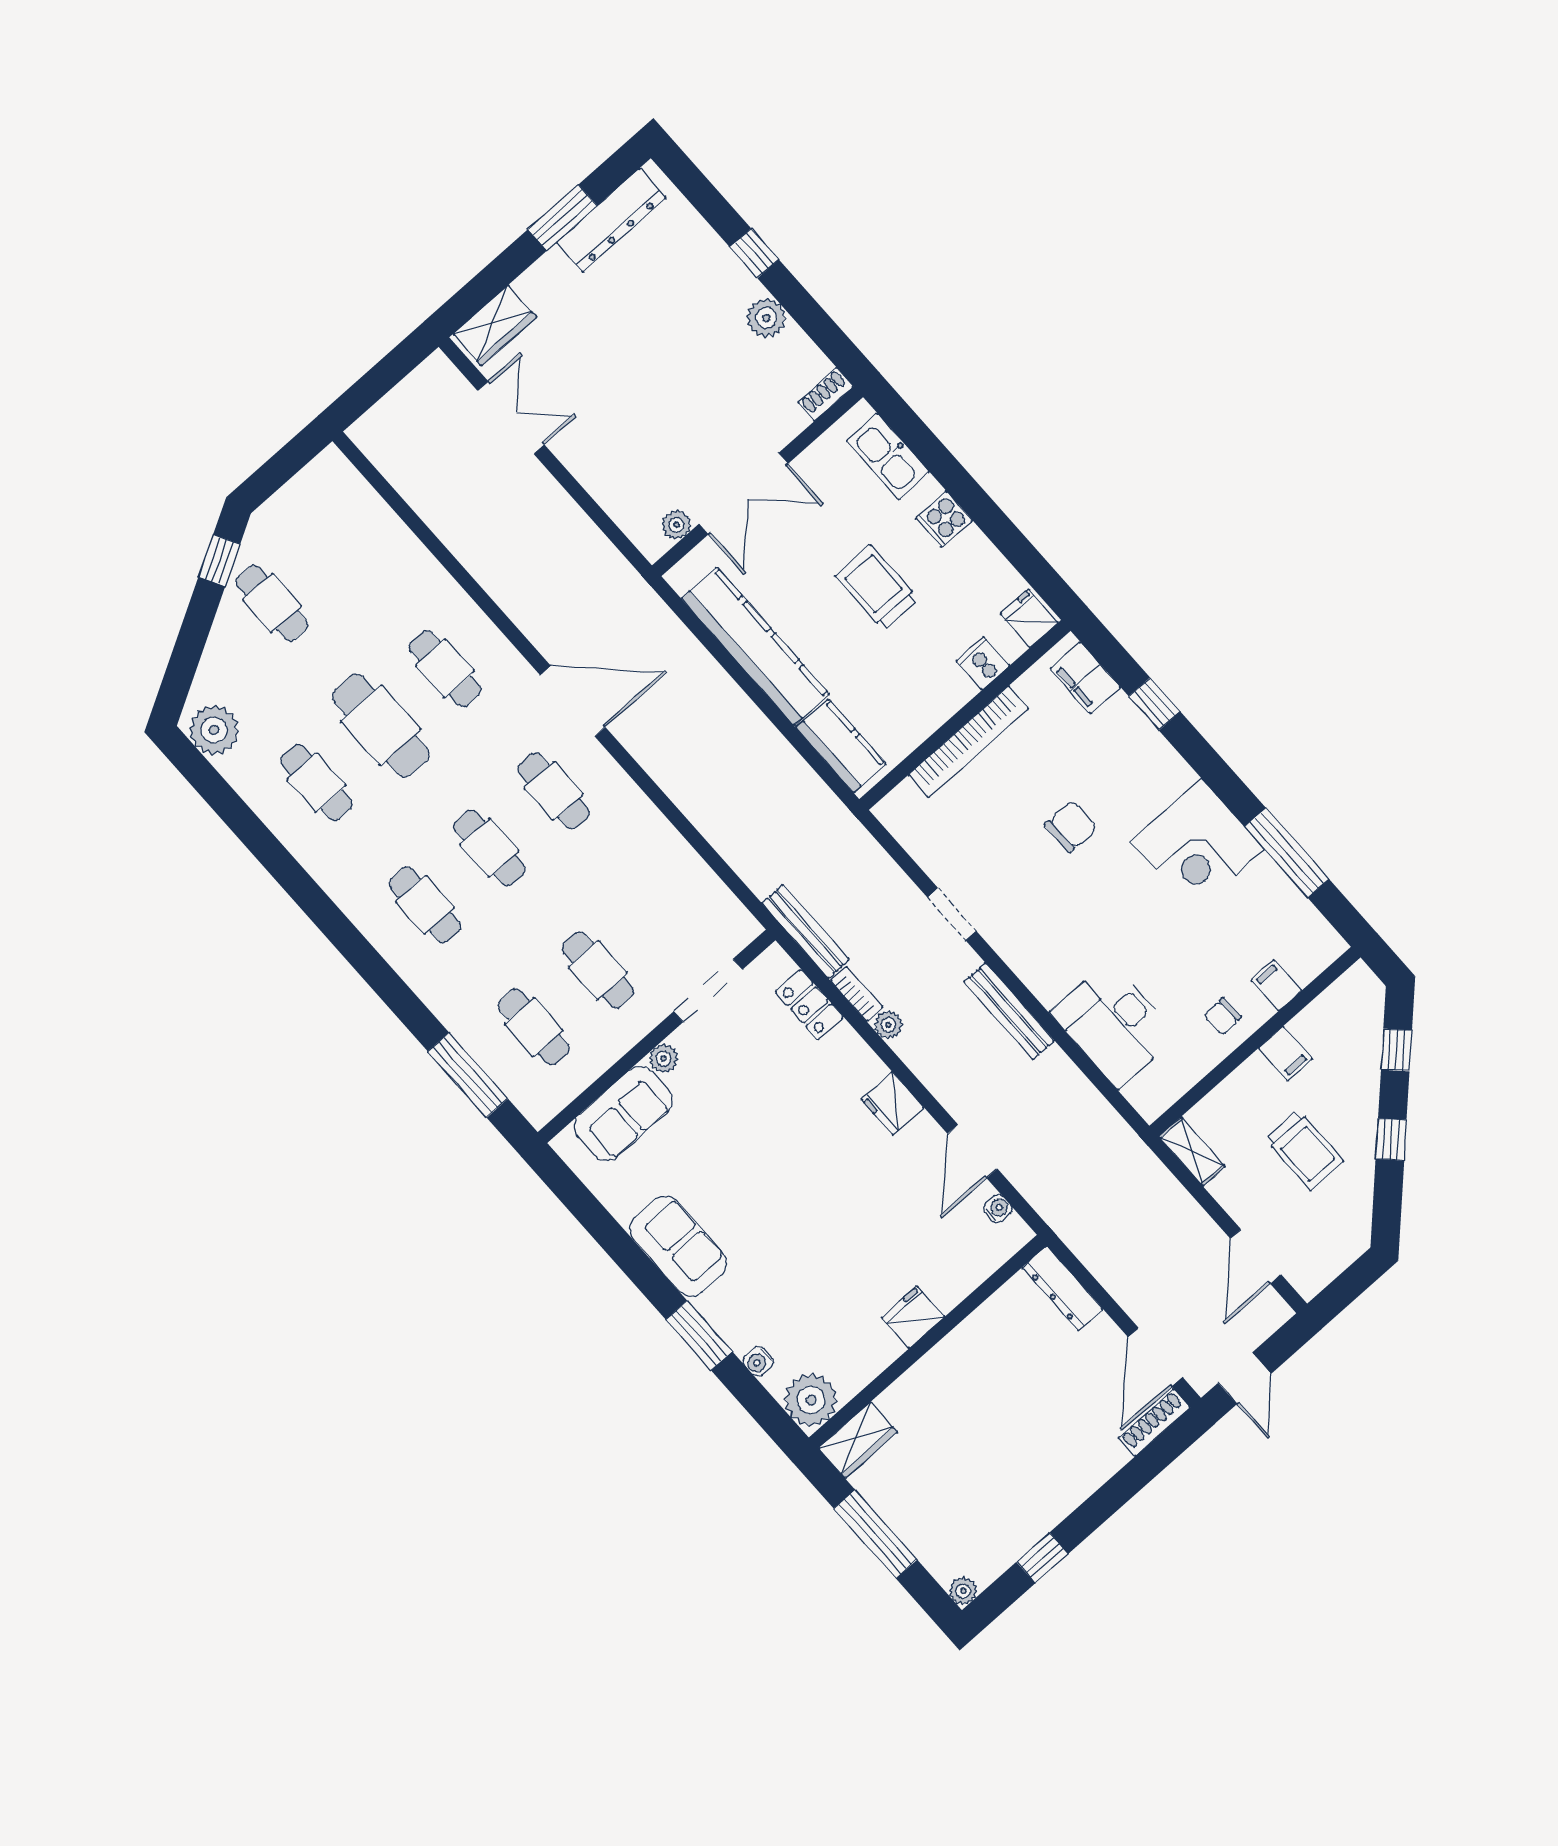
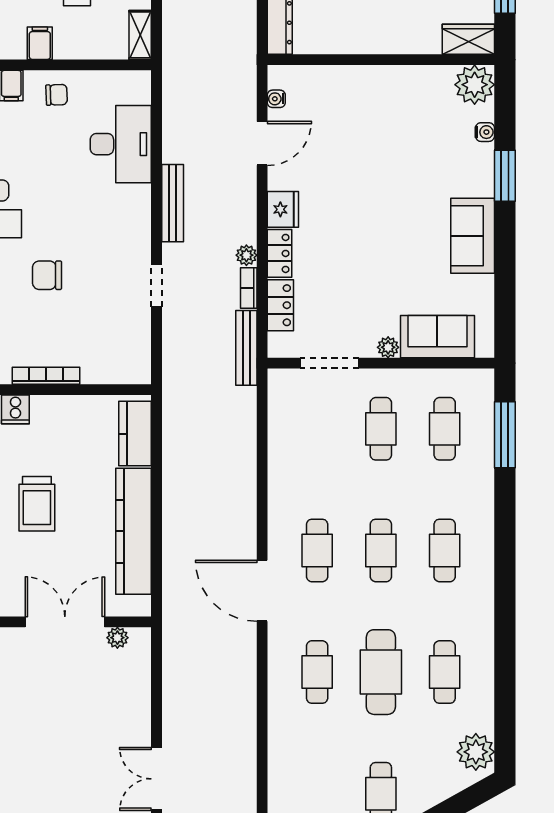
bookcase: (968, 742) -> (46, 376), width x0.68, depth x0.76
locker: (857, 1056) -> (280, 253), added
fridge: (913, 1317) -> (377, 80), removed

